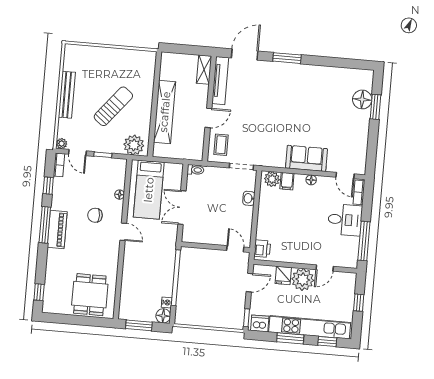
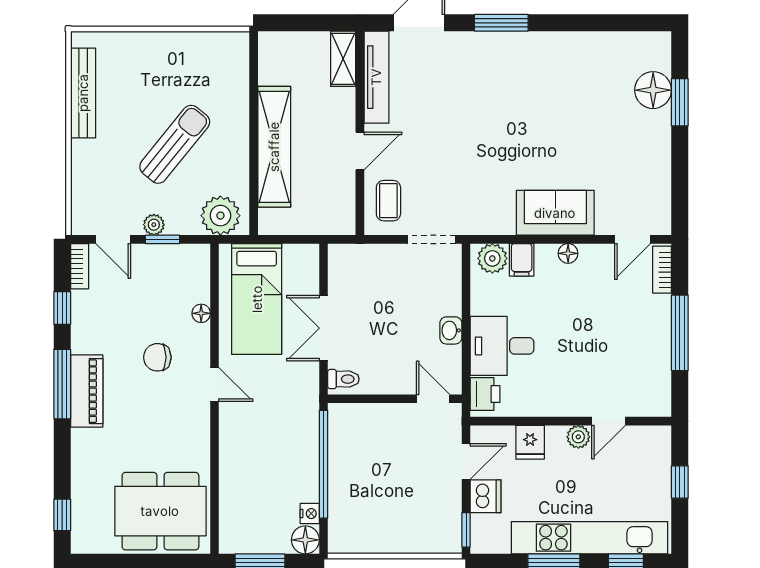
bench: (67, 95) -> (83, 93), moved
plant: (62, 144) -> (154, 225), moved
toilet: (195, 170) -> (343, 379), moved
door: (345, 175) -> (633, 239), hinge flipped
washbasin: (249, 198) -> (451, 330), moved
desk: (345, 220) -> (502, 346), moved, turned 180
window: (364, 241) -> (680, 333), moved
plant: (303, 280) -> (578, 437), width x0.53, depth x0.53
dining table: (90, 295) -> (160, 511), width x1.38
dishwasher: (260, 323) -> (486, 496), moved, turned 90

